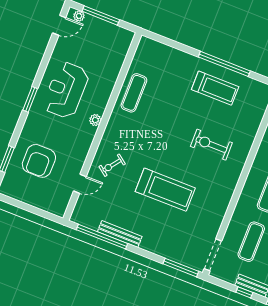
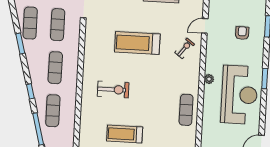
reception desk: (66, 90) -> (239, 95), width x1.36, depth x1.30
armchair: (39, 161) -> (242, 33), width x0.53, depth x0.53

